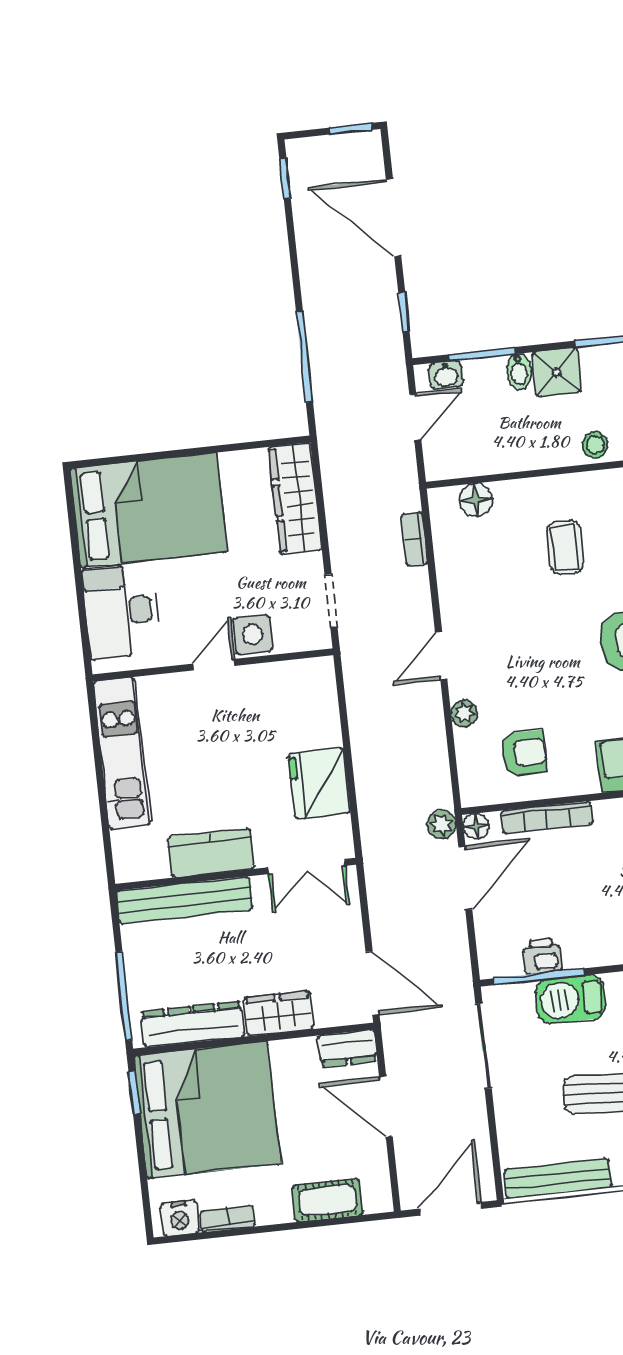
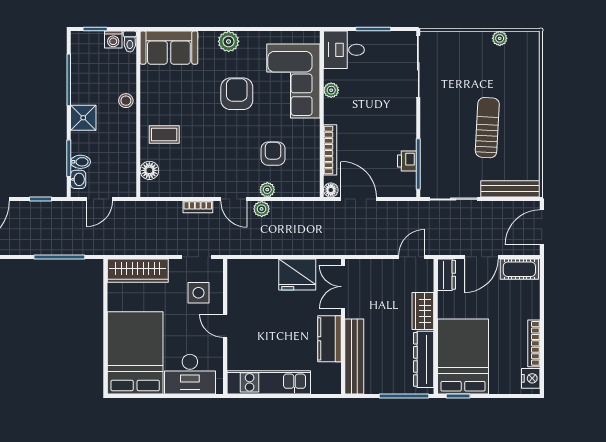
bidet: (519, 371) -> (80, 162), moved
door: (415, 417) -> (100, 199), swing flipped
bookcase: (414, 539) -> (198, 207), moved
coffee table: (565, 547) -> (164, 135), moved
side table: (253, 634) -> (198, 293), moved
armchair: (524, 753) -> (273, 154), moved
plant: (442, 824) -> (262, 209), moved
double door: (306, 867) -> (343, 287), swing flipped
door: (373, 983) -> (412, 257), width x0.73
barbecue: (570, 999) -> (433, 148), removed
bed: (207, 1110) -> (463, 357), width x0.73
bench: (558, 1179) -> (510, 189), moved, turned 90
cot: (327, 1200) -> (519, 269), moved, turned 90
door: (450, 1209) -> (542, 227), hinge flipped
bookcase: (228, 1219) -> (534, 343), width x1.56

